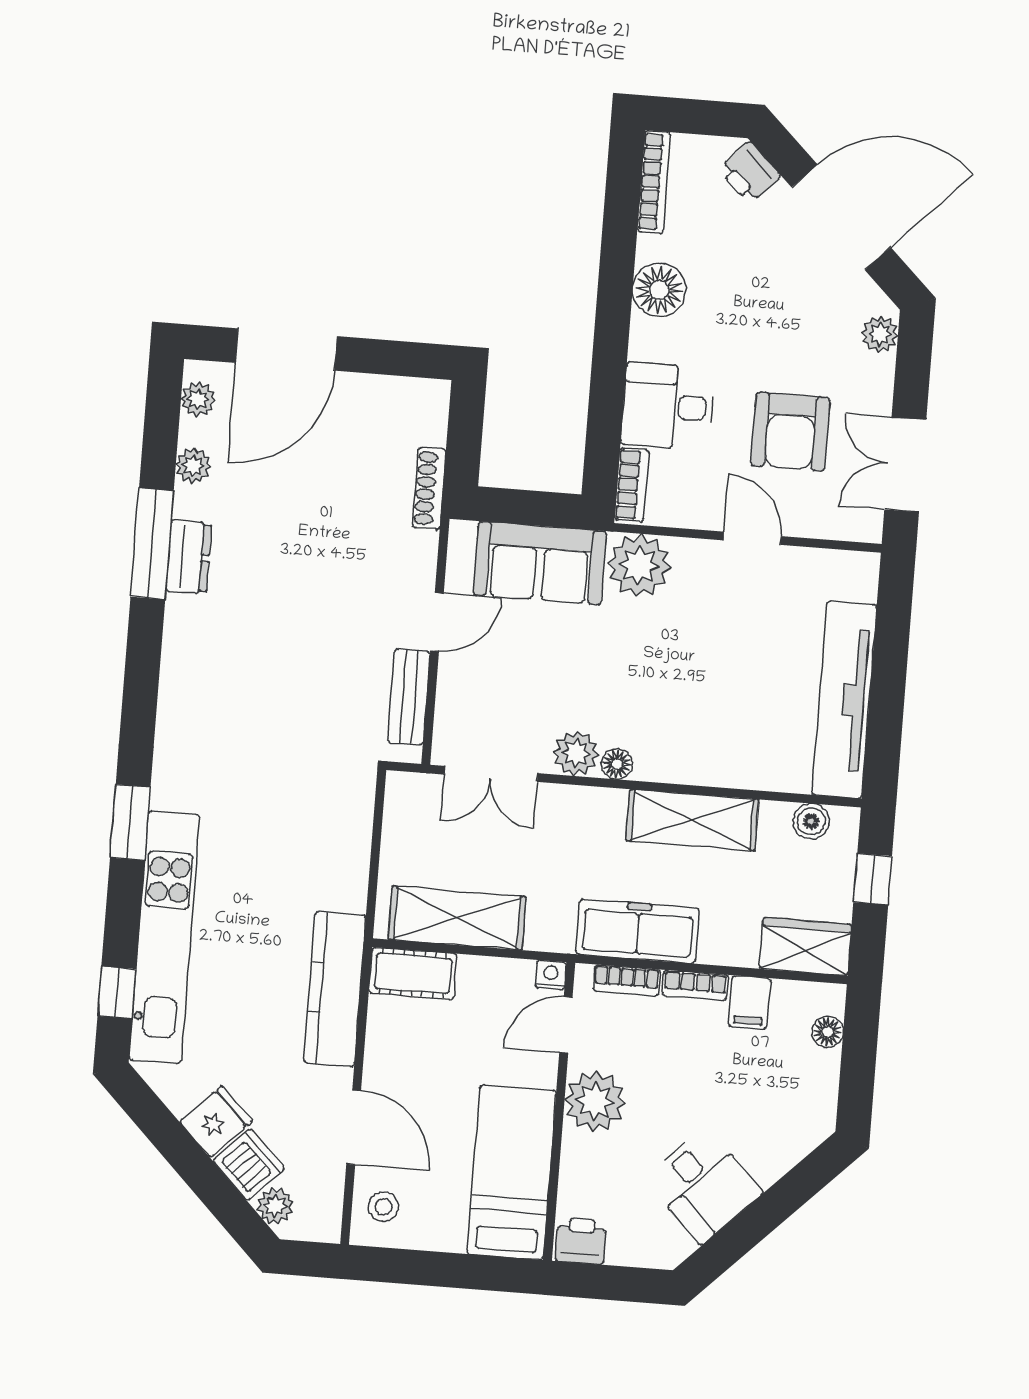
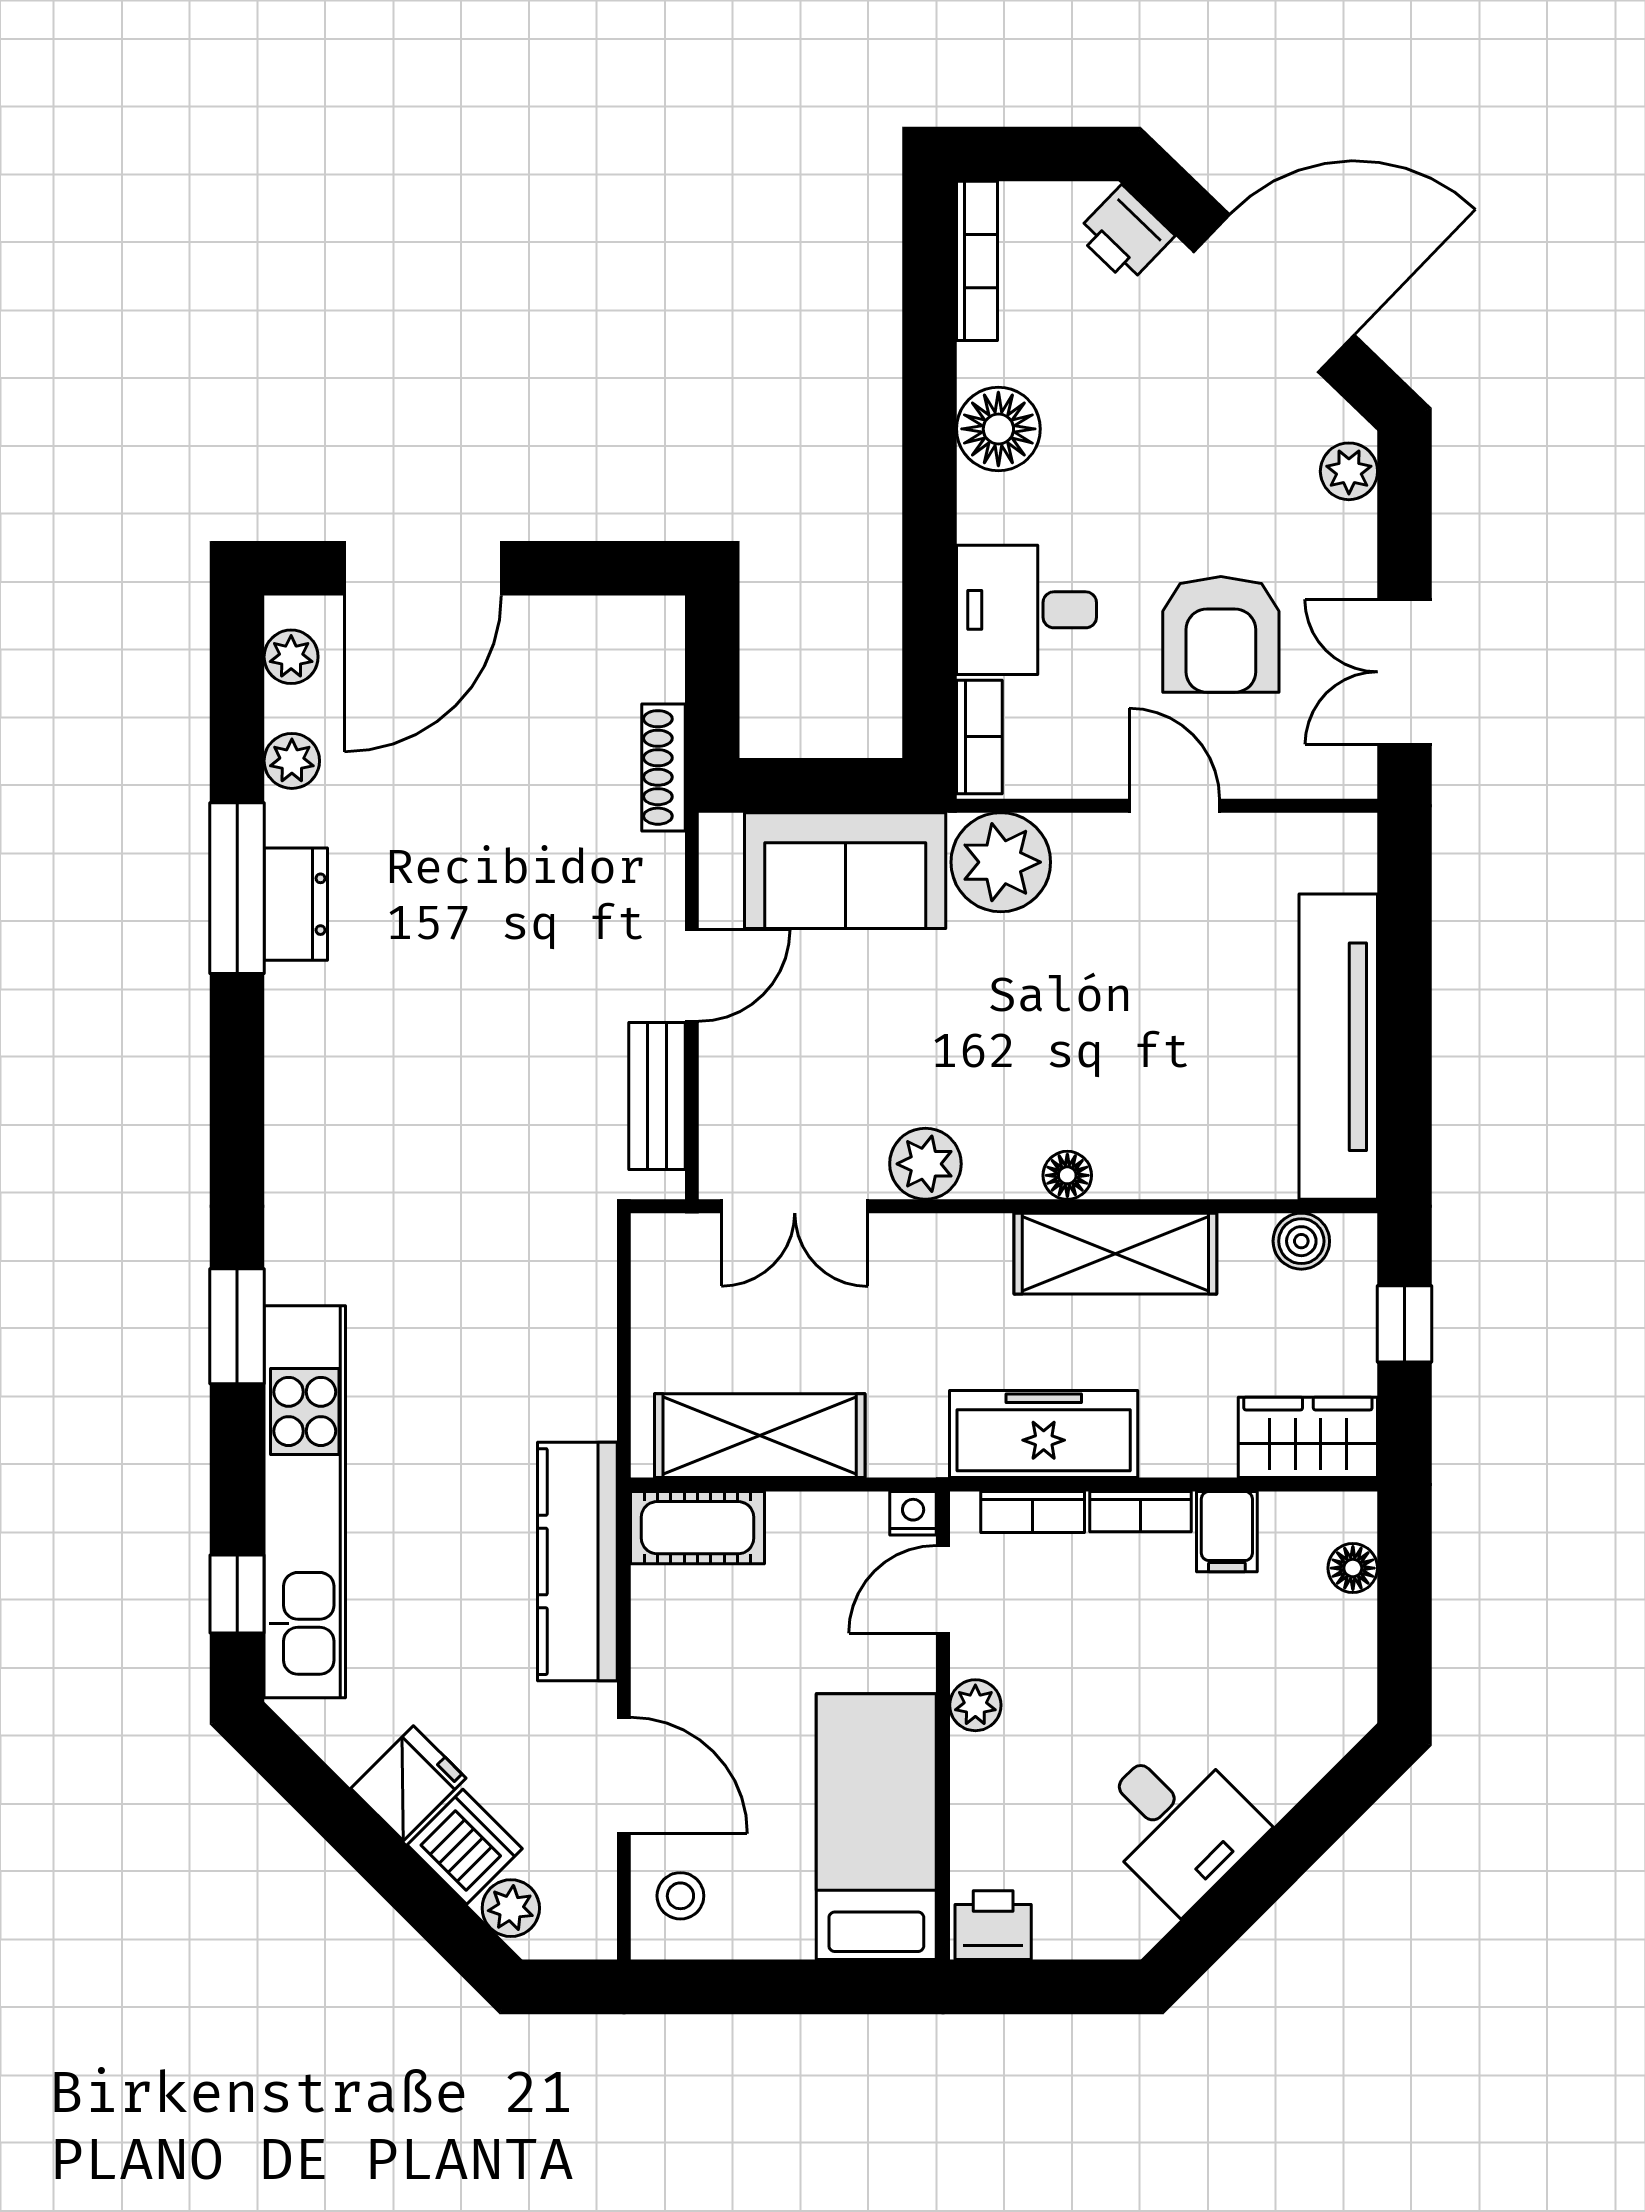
floor lamp: (617, 764) -> (1067, 1175), moved
plant: (595, 1101) -> (975, 1705), width x0.53, depth x0.53

